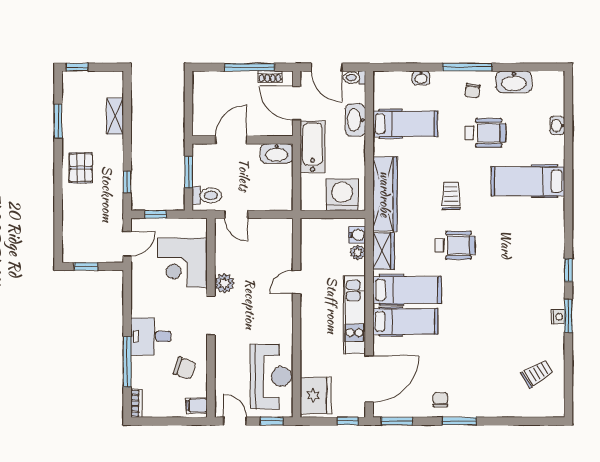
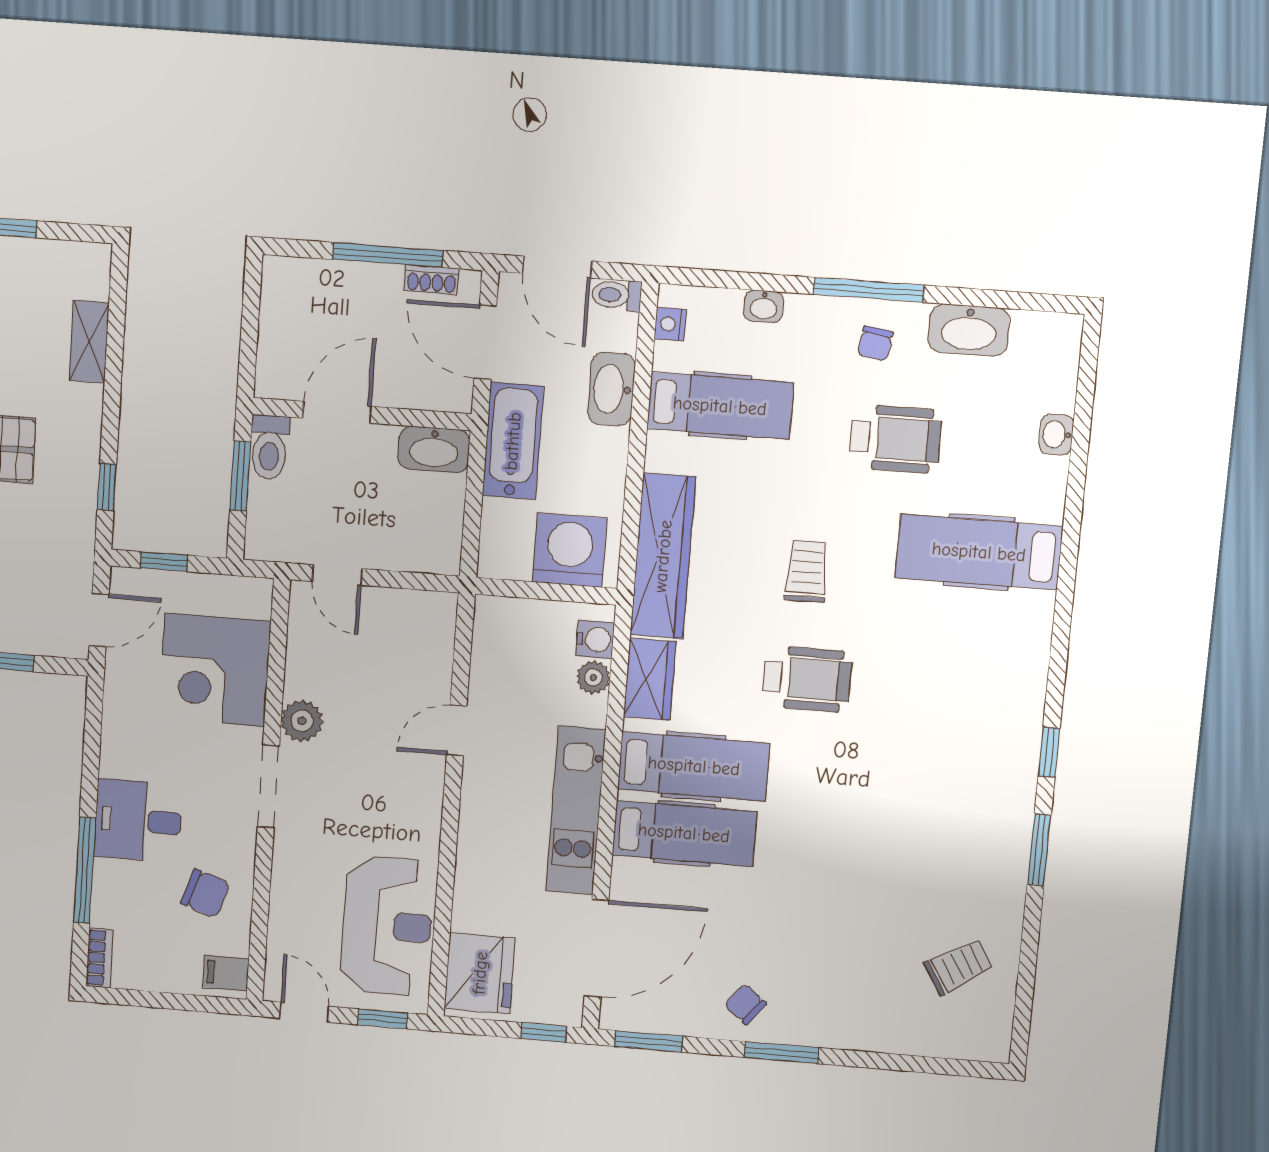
toilet: (207, 195) -> (269, 447), moved, turned 90
nightstand: (558, 317) -> (670, 324), moved, turned 180
chair: (440, 400) -> (745, 1004), turned -52

